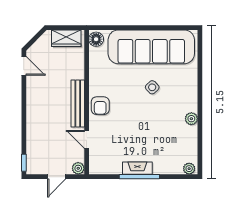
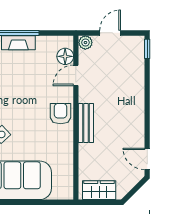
floor lamp: (96, 39) -> (65, 56), moved
bench: (78, 104) -> (86, 123), width x0.73
door: (87, 139) -> (76, 75), swing flipped

